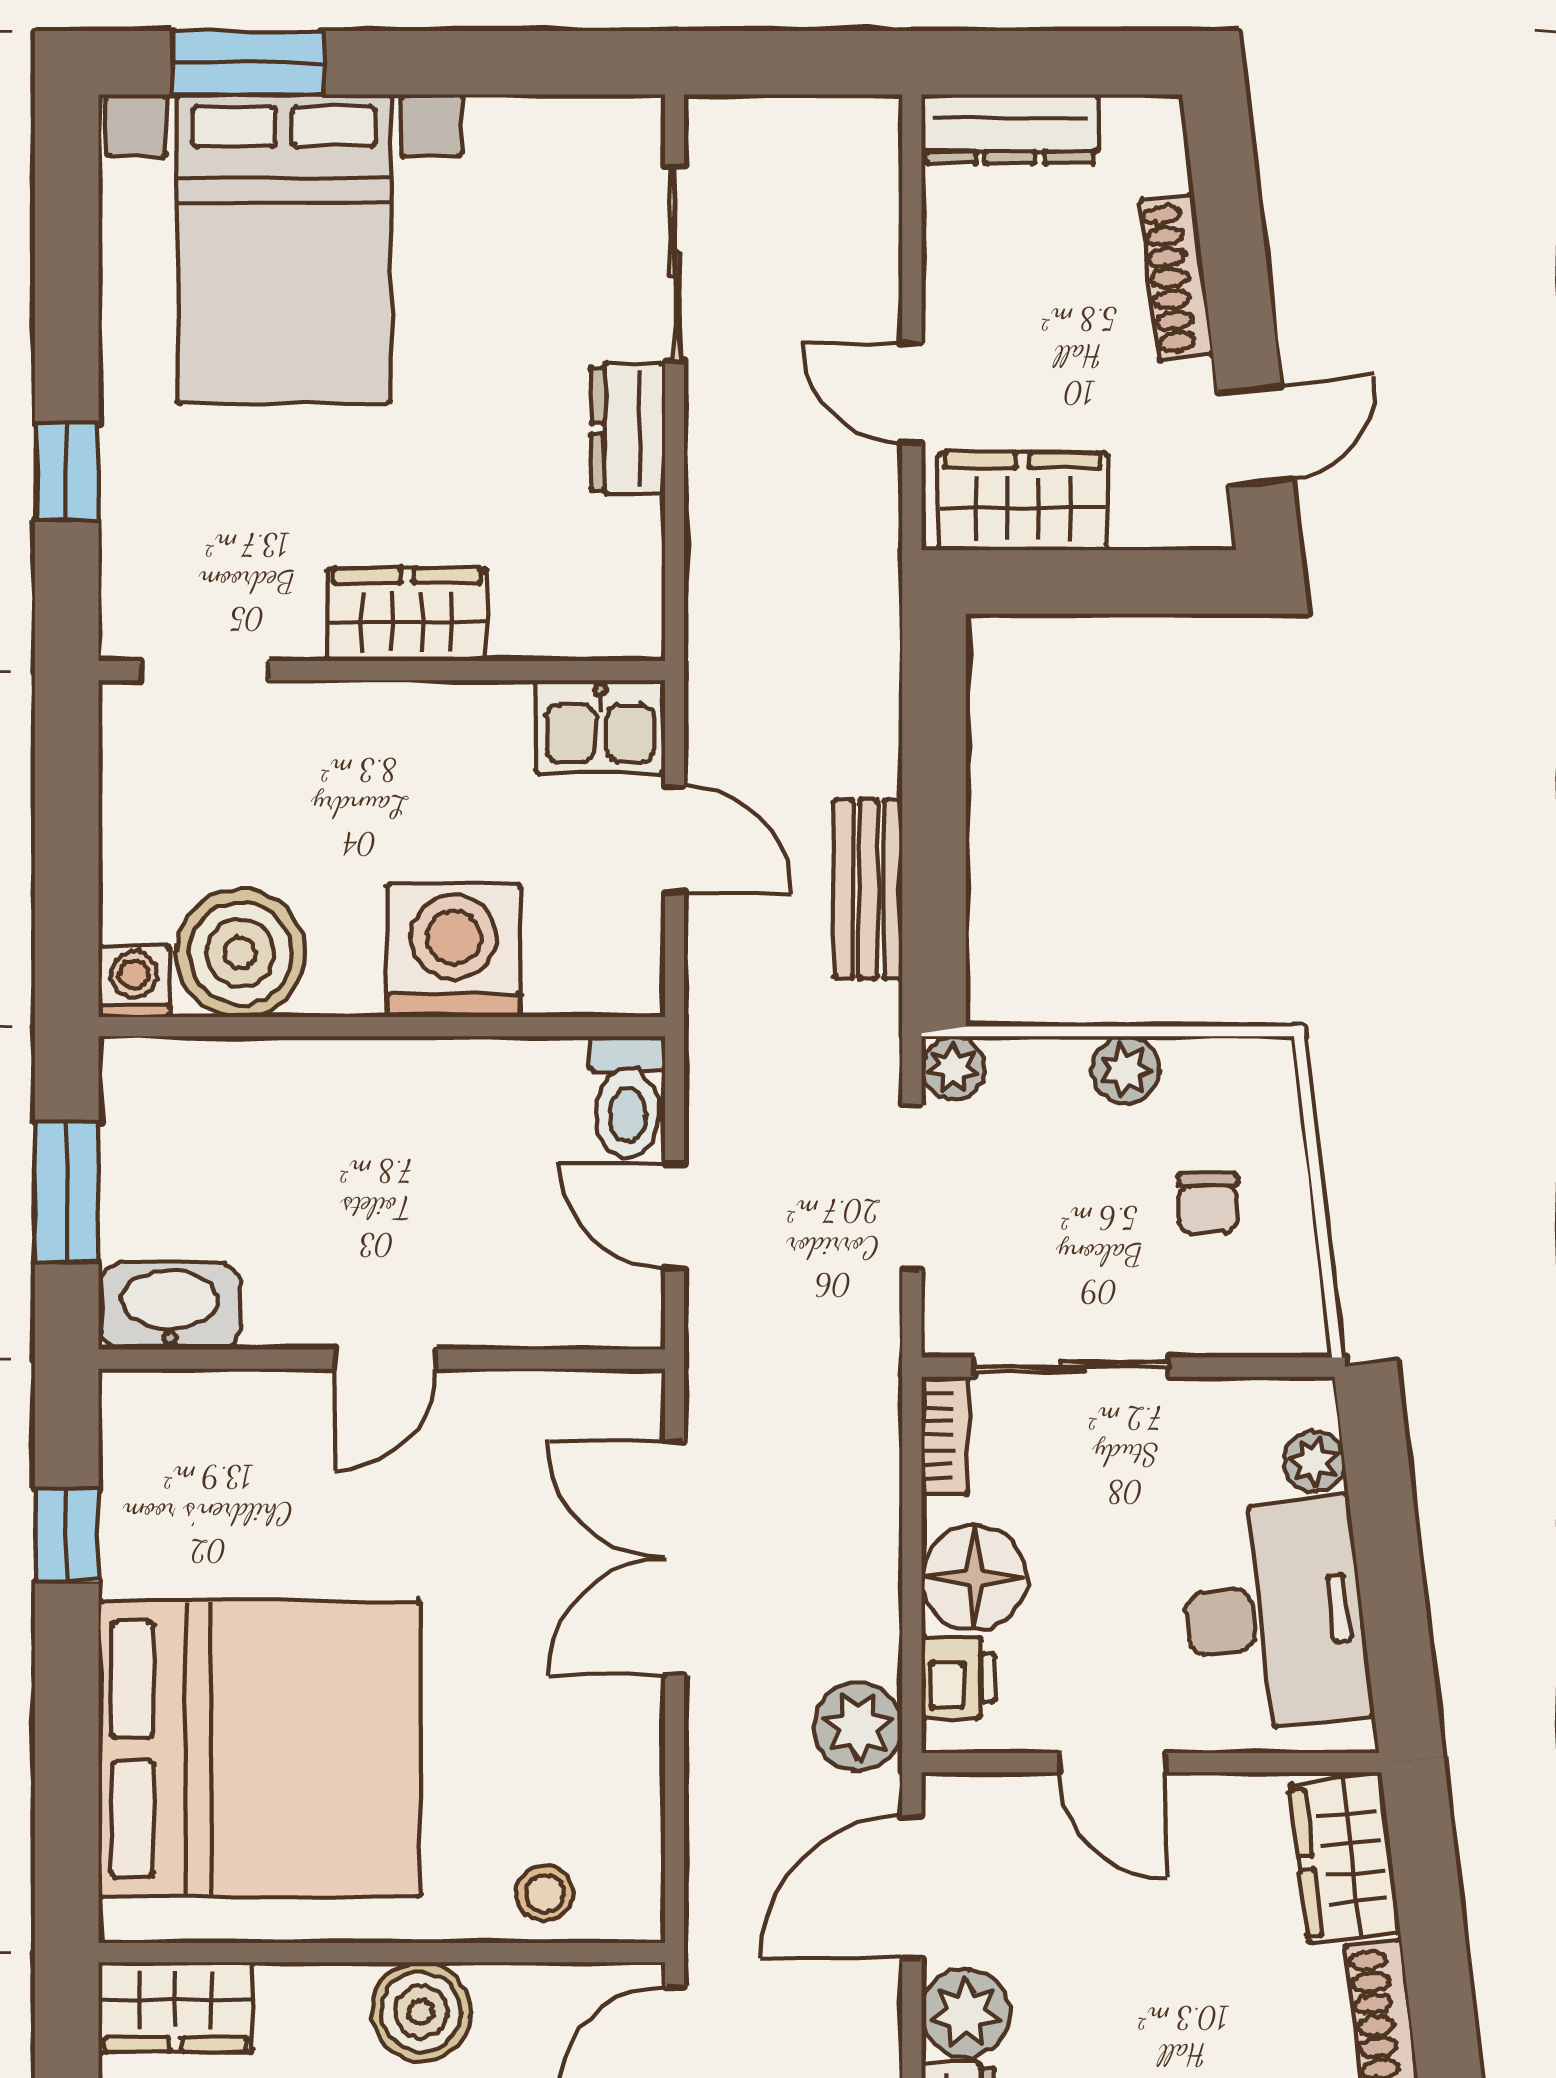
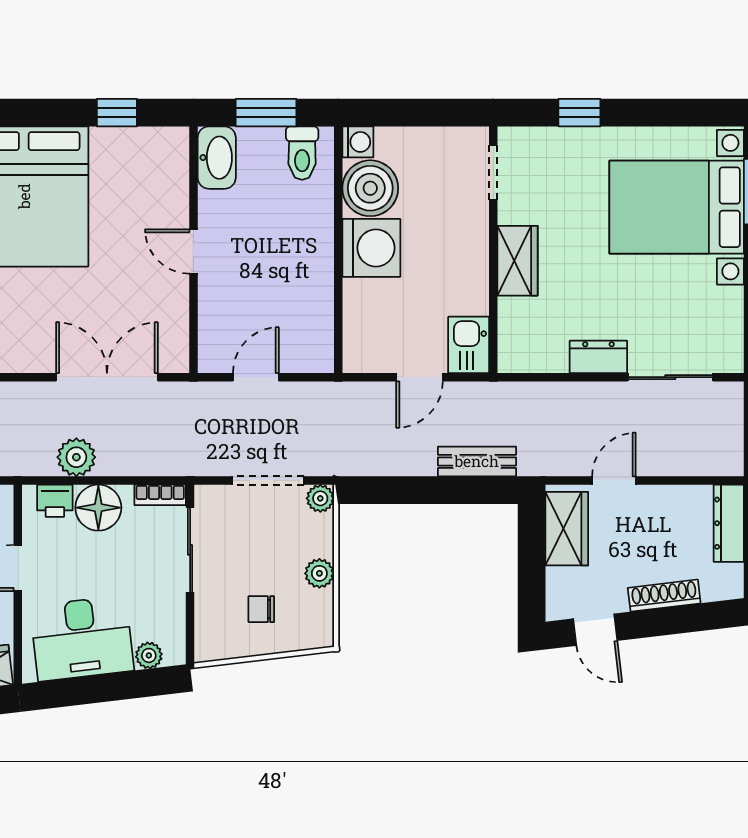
bench: (868, 889) -> (477, 461), moved
washing machine: (454, 950) -> (371, 248), moved
toilet: (628, 1098) -> (302, 153), moved, turned -90
plant: (858, 1727) -> (76, 457), moved

